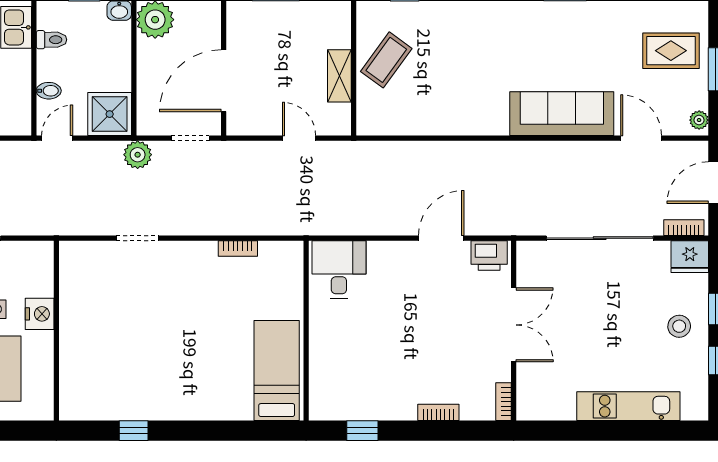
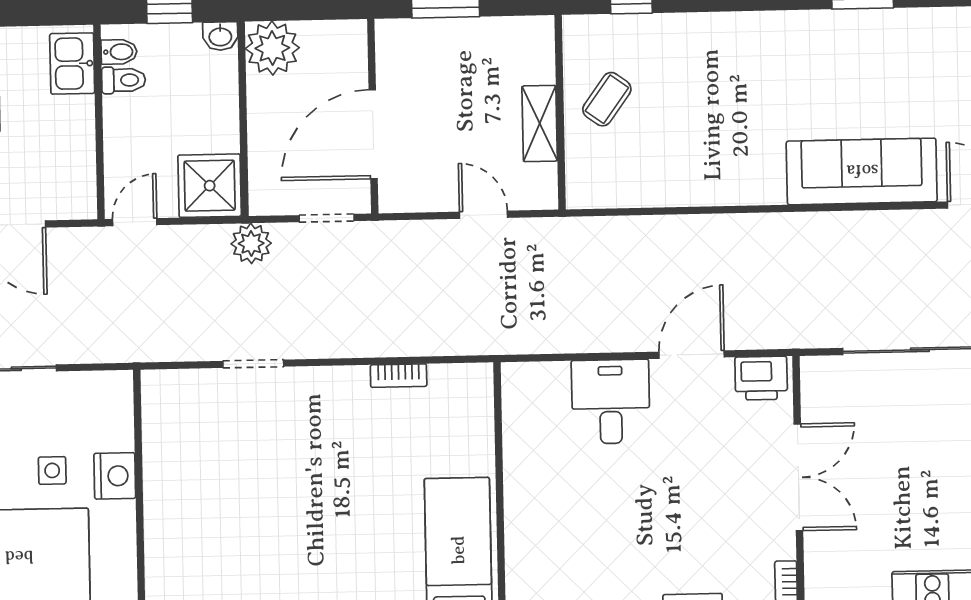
coffee table: (386, 60) -> (607, 99), width x0.73, depth x0.77
bidet: (49, 91) -> (119, 52), moved
desk: (339, 270) -> (611, 402), moved

